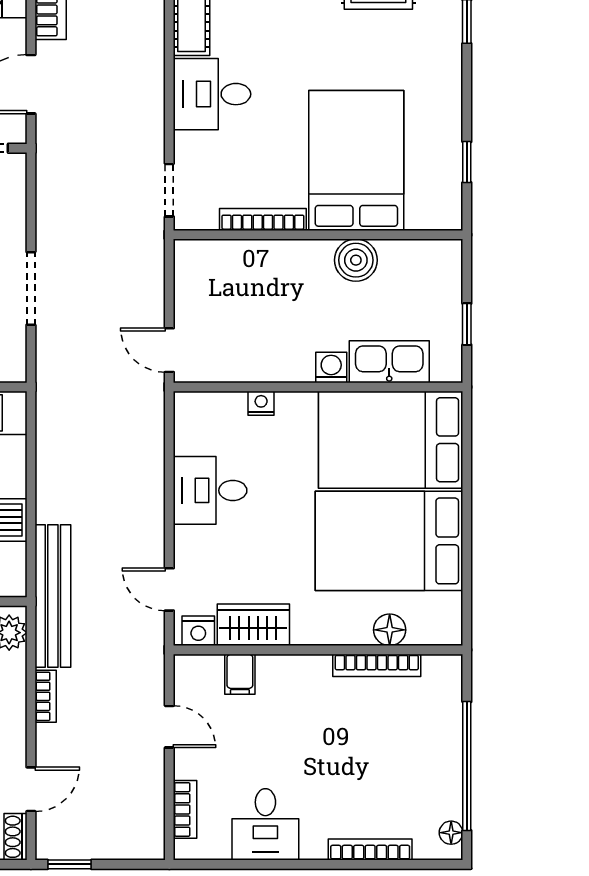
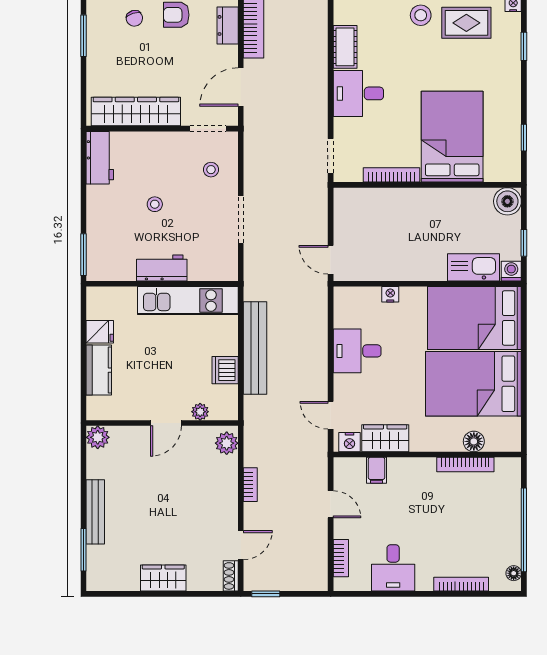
boiler: (356, 260) -> (507, 201), moved
washing machine: (331, 367) -> (511, 271), moved
bench: (53, 596) -> (255, 348), moved

